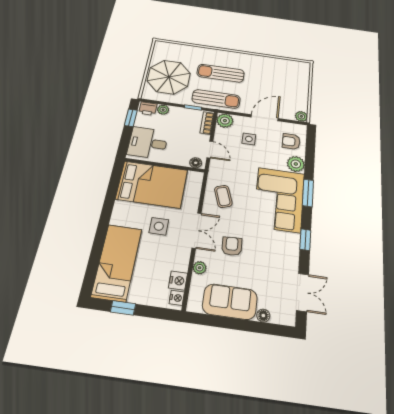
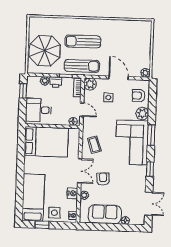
printer: (148, 109) -> (56, 82), moved
door: (265, 118) -> (119, 78), hinge flipped
side table: (159, 226) -> (54, 213), moved
nightstand: (178, 281) -> (72, 193), moved

